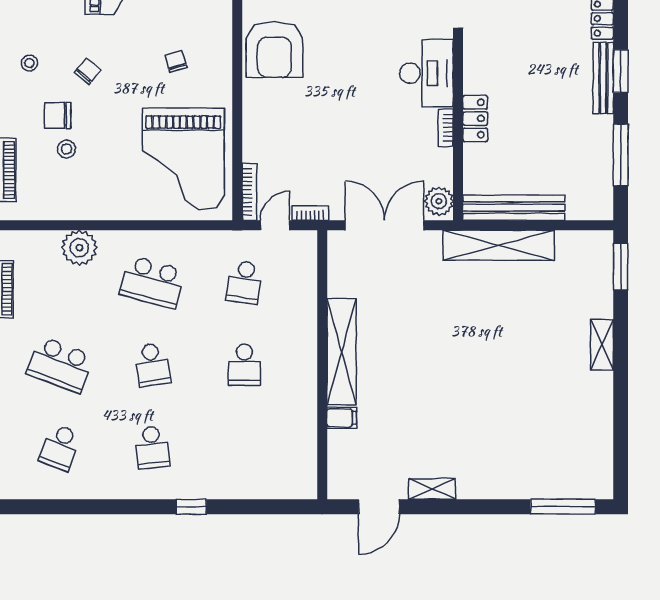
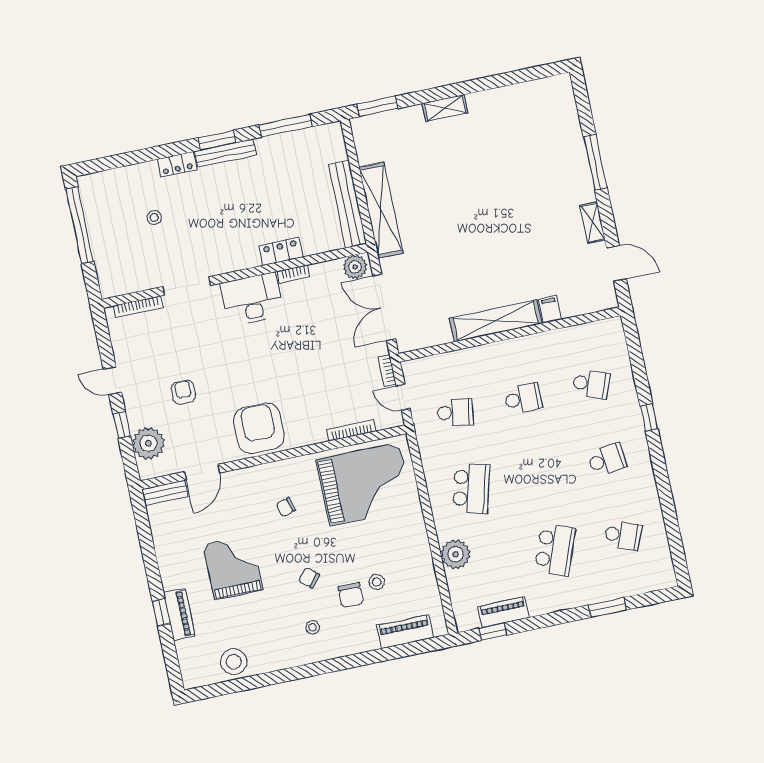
armchair: (274, 49) -> (259, 428), turned -90
bookcase: (249, 192) -> (351, 430), moved
school desk: (152, 365) -> (591, 384), moved, turned 30
window: (563, 507) -> (595, 162), moved

